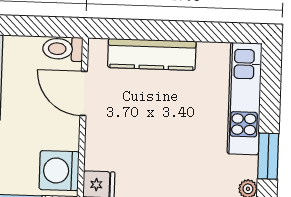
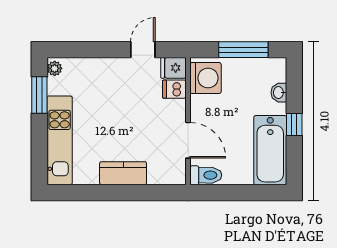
kitchen counter: (152, 54) -> (123, 173), width x0.67
dishwasher: (99, 158) -> (174, 89), added

